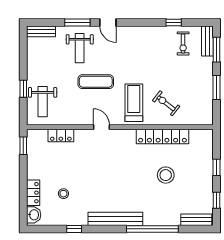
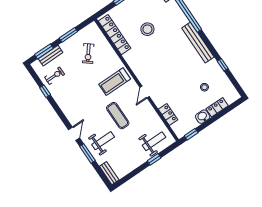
bench: (207, 41) -> (51, 56), moved
exercise bike: (166, 103) -> (88, 54), moved
locker: (162, 136) -> (115, 35), moved
washbasin: (34, 215) -> (203, 117), moved

